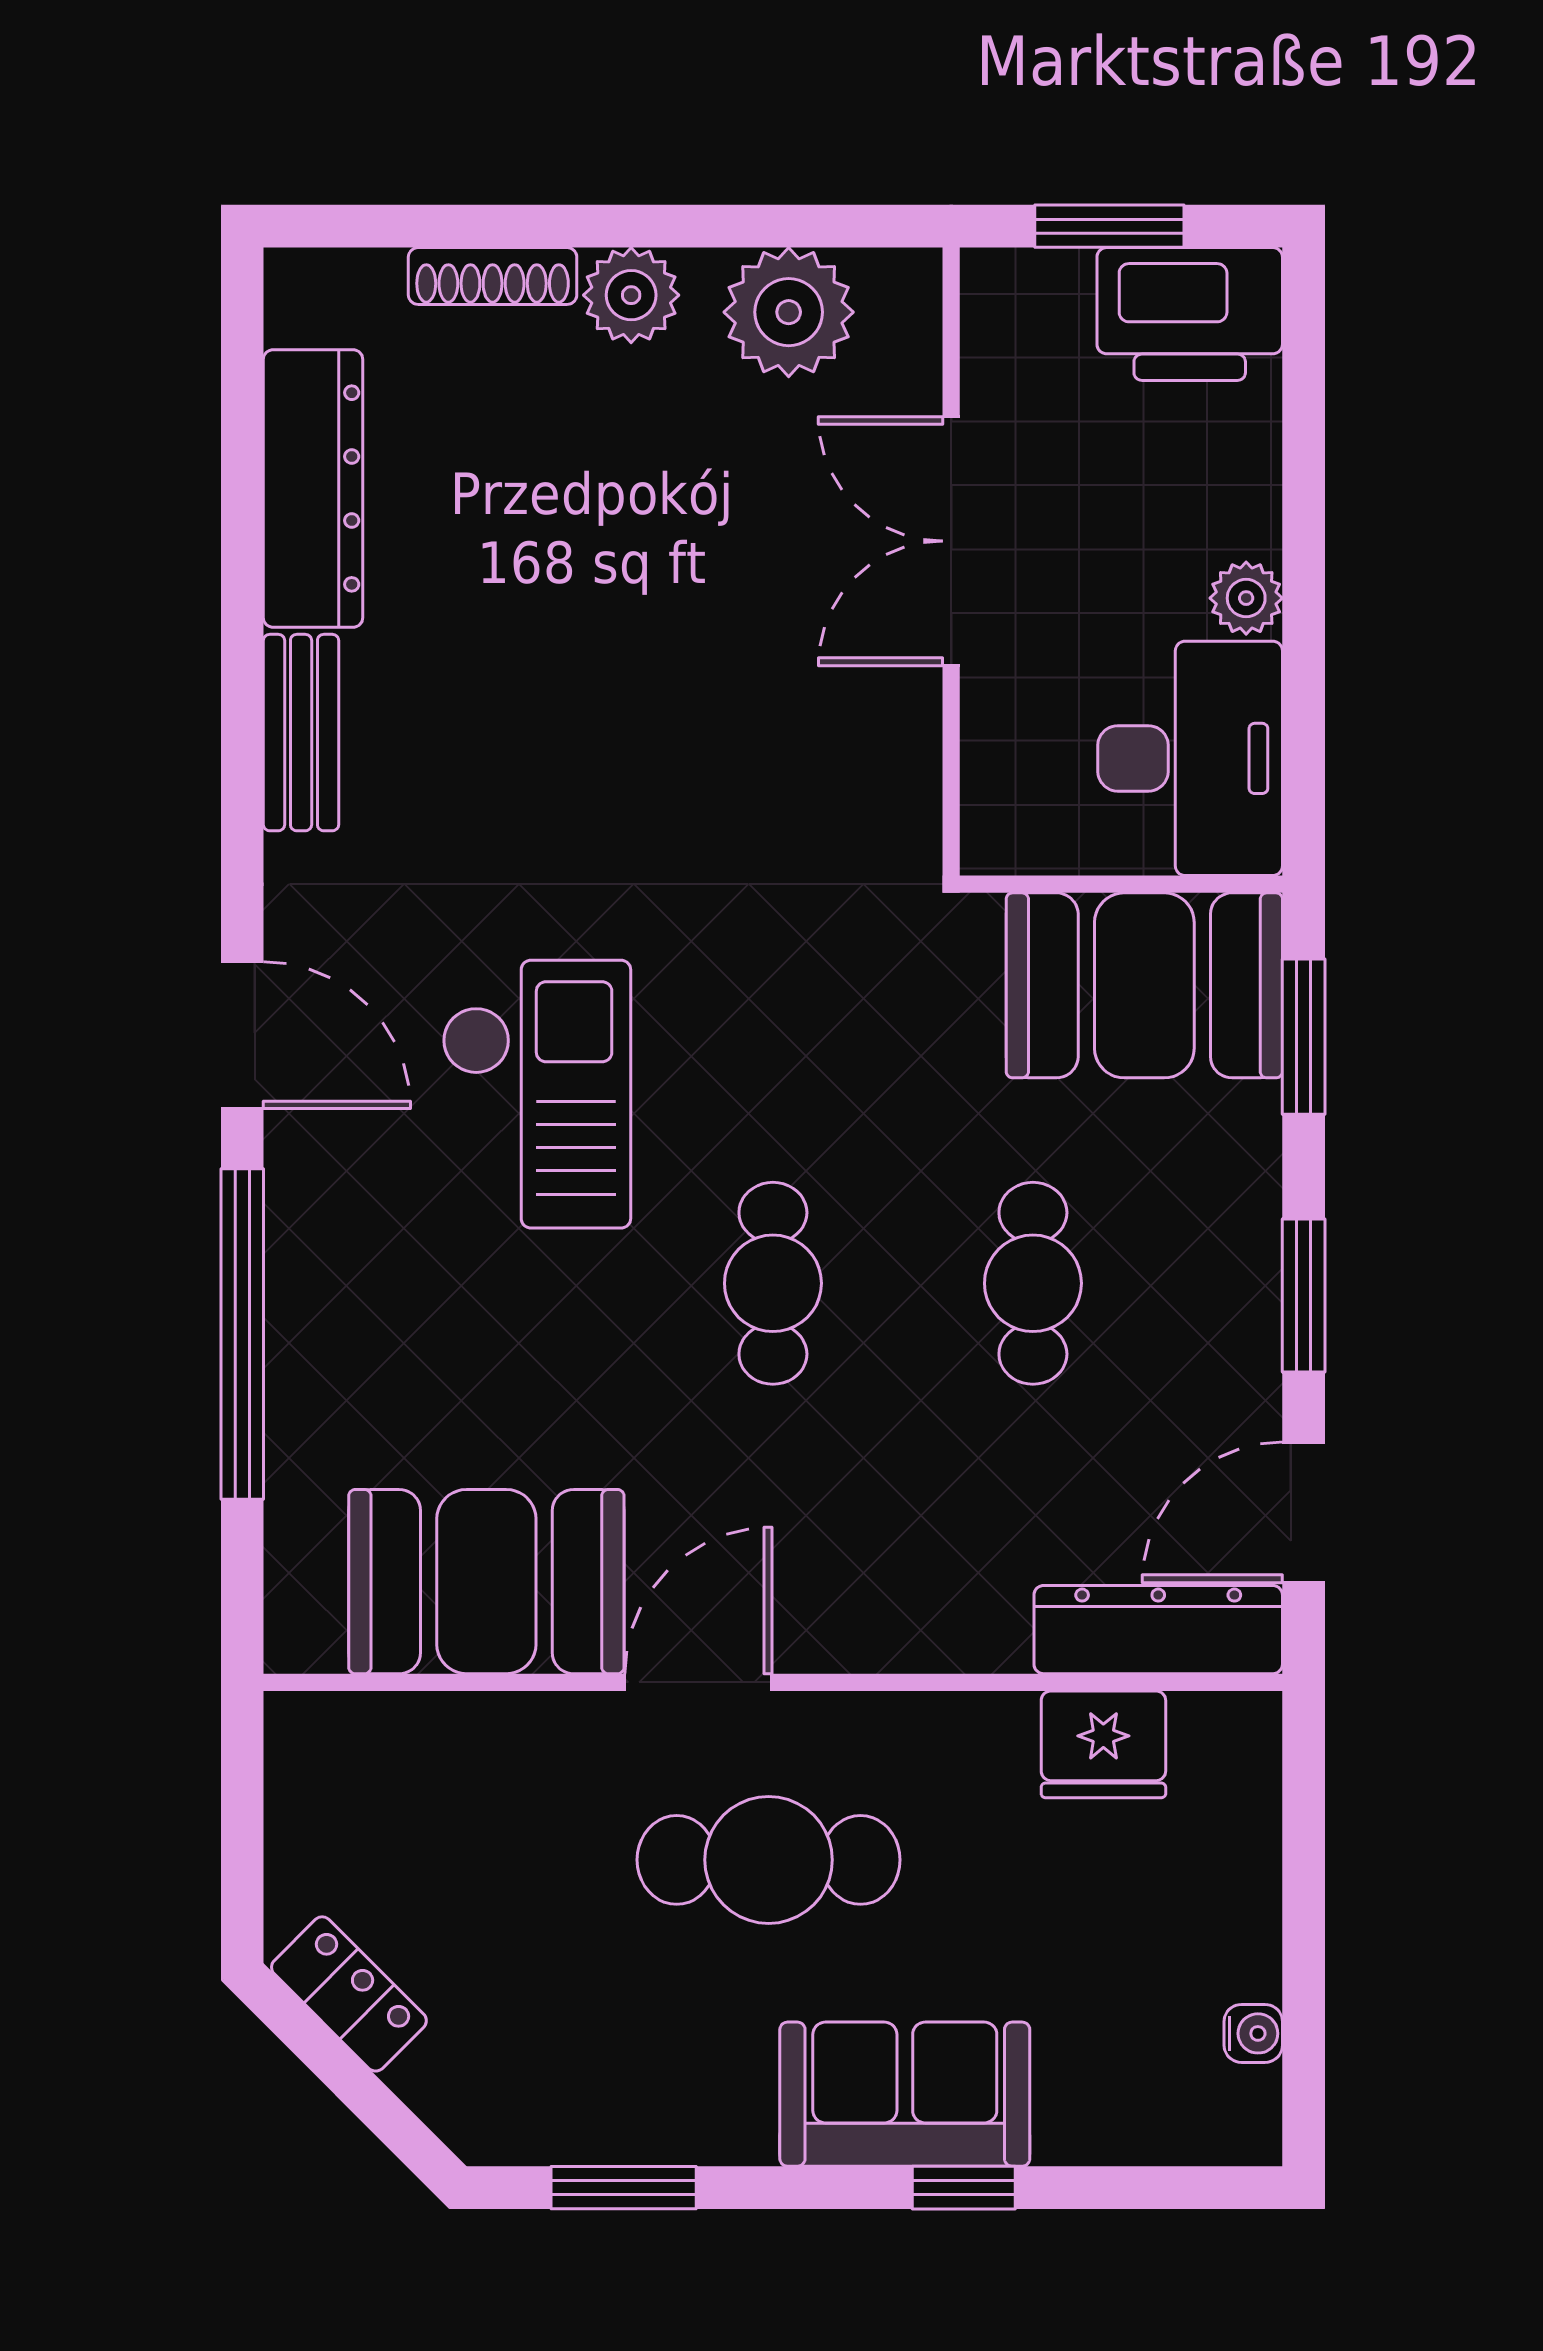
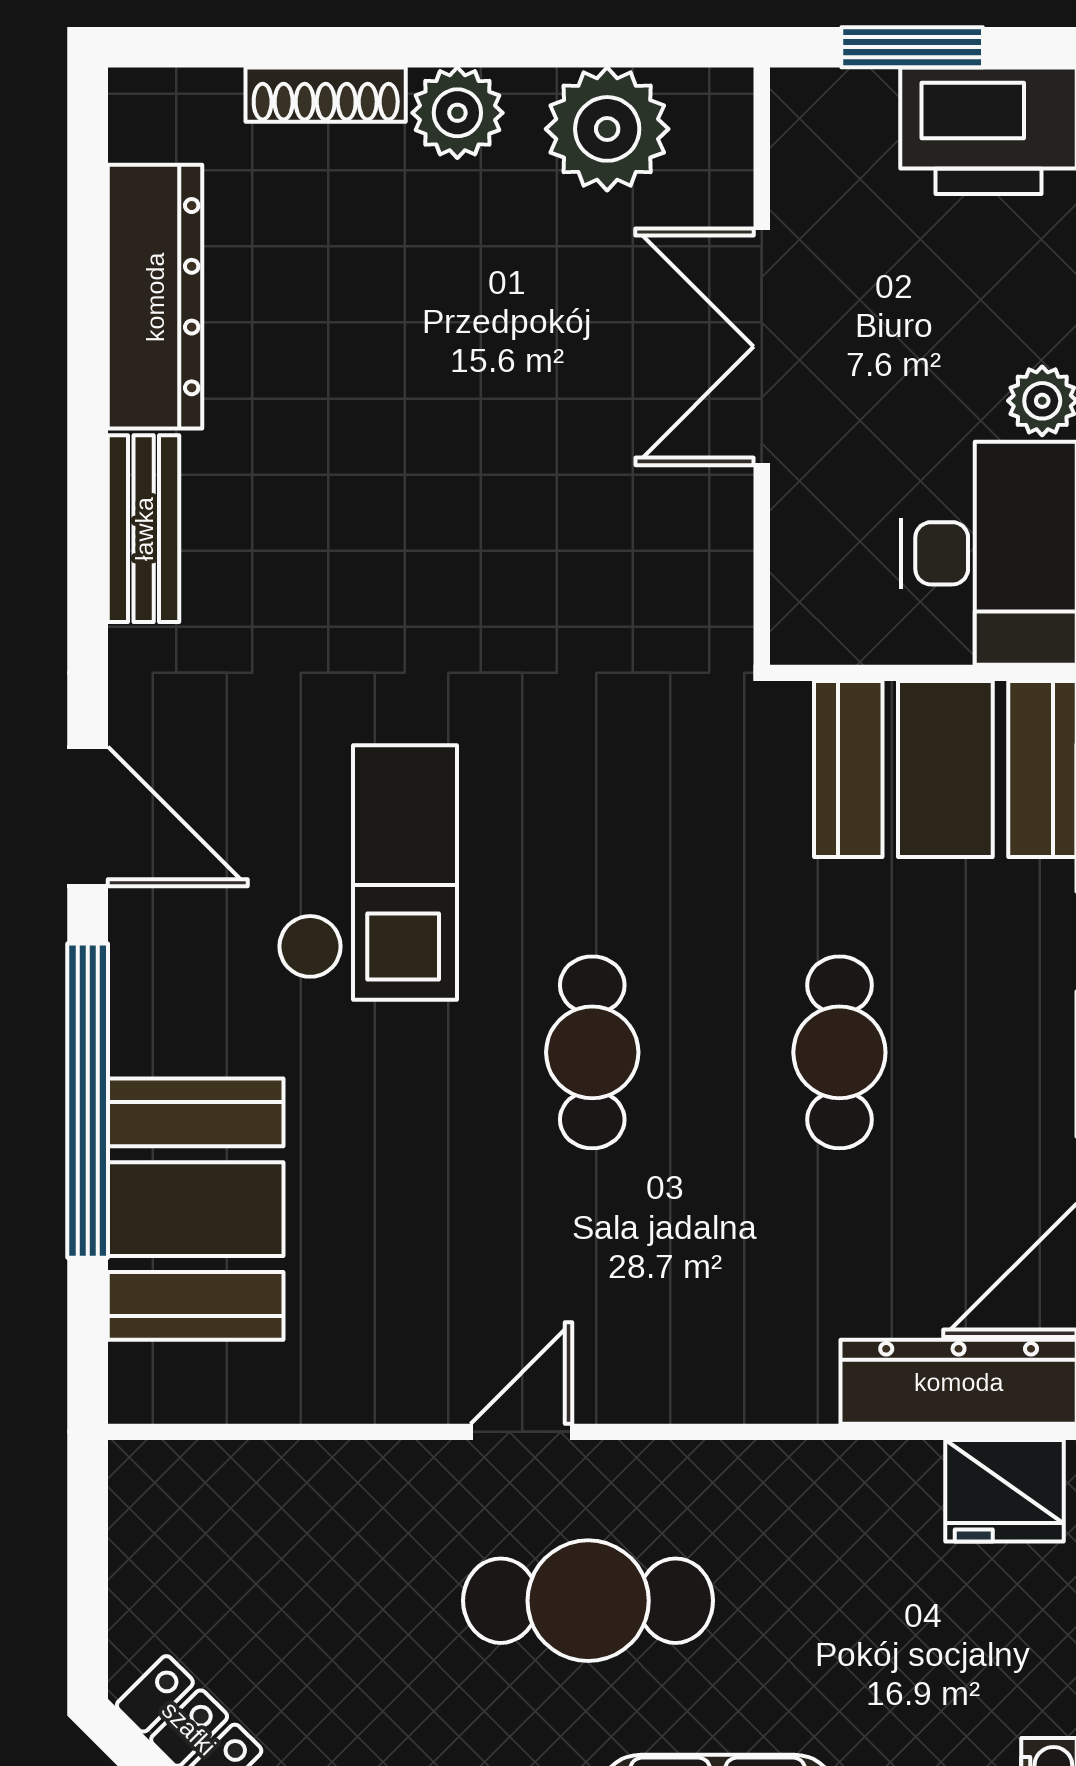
booth: (486, 1582) -> (196, 1209), moved, turned 90
door: (698, 1682) -> (521, 1432), width x0.73
fridge: (1103, 1744) -> (1004, 1491), moved

